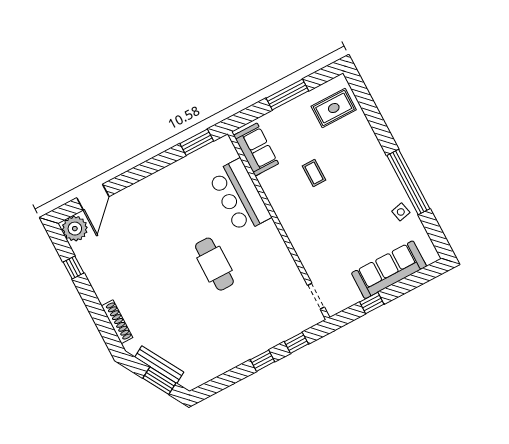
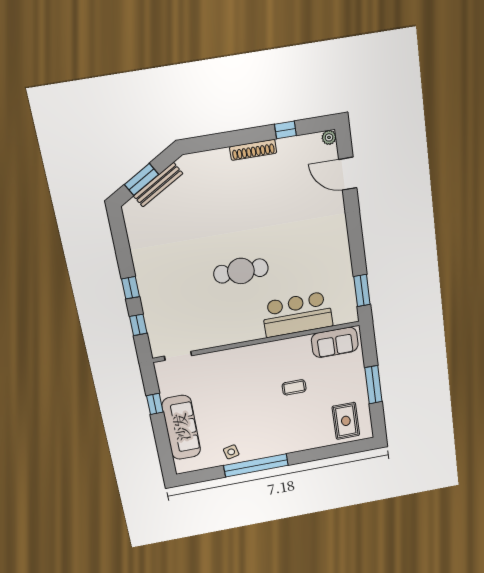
plant: (75, 229) -> (329, 137), width x0.53, depth x0.53
shoe rack: (117, 322) -> (253, 150), moved

